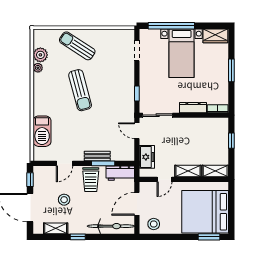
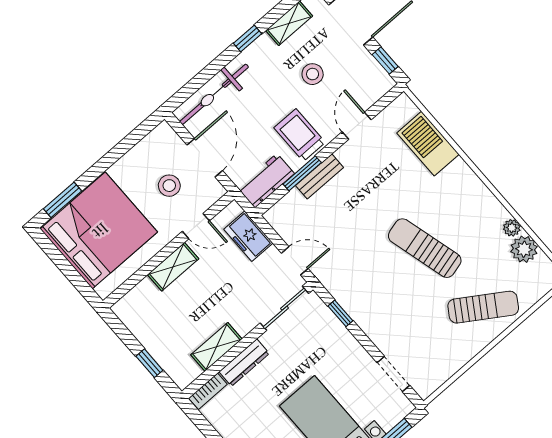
shelving: (215, 171) -> (216, 347), moved
door: (164, 179) -> (196, 226), swing flipped
stool: (154, 224) -> (169, 186), moved

